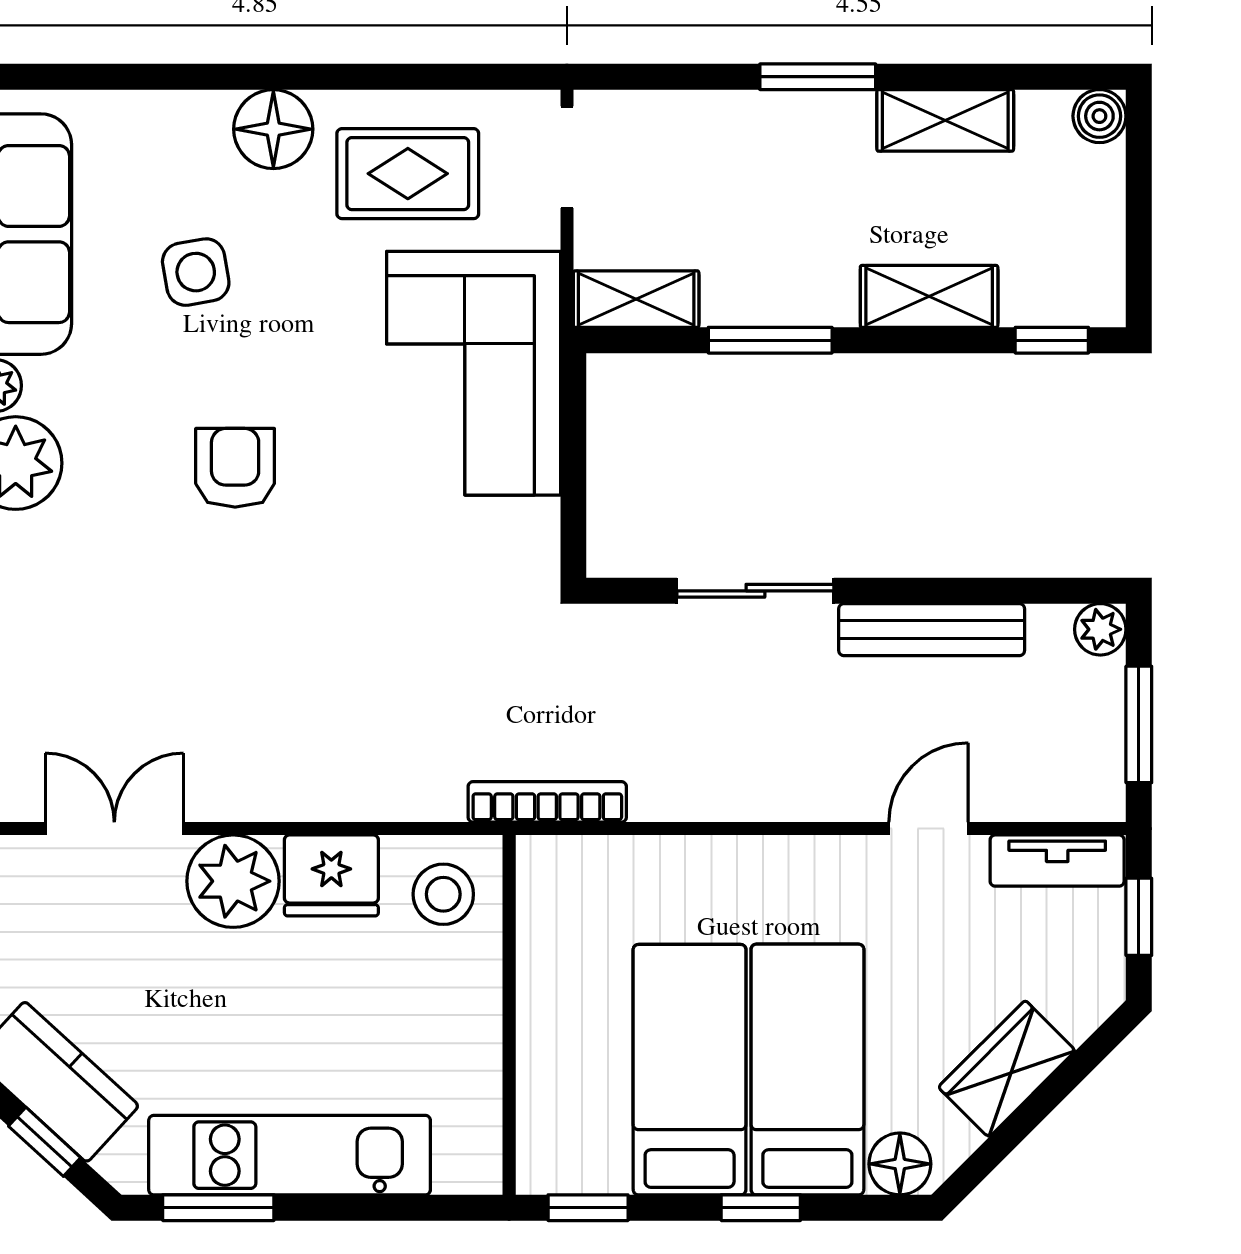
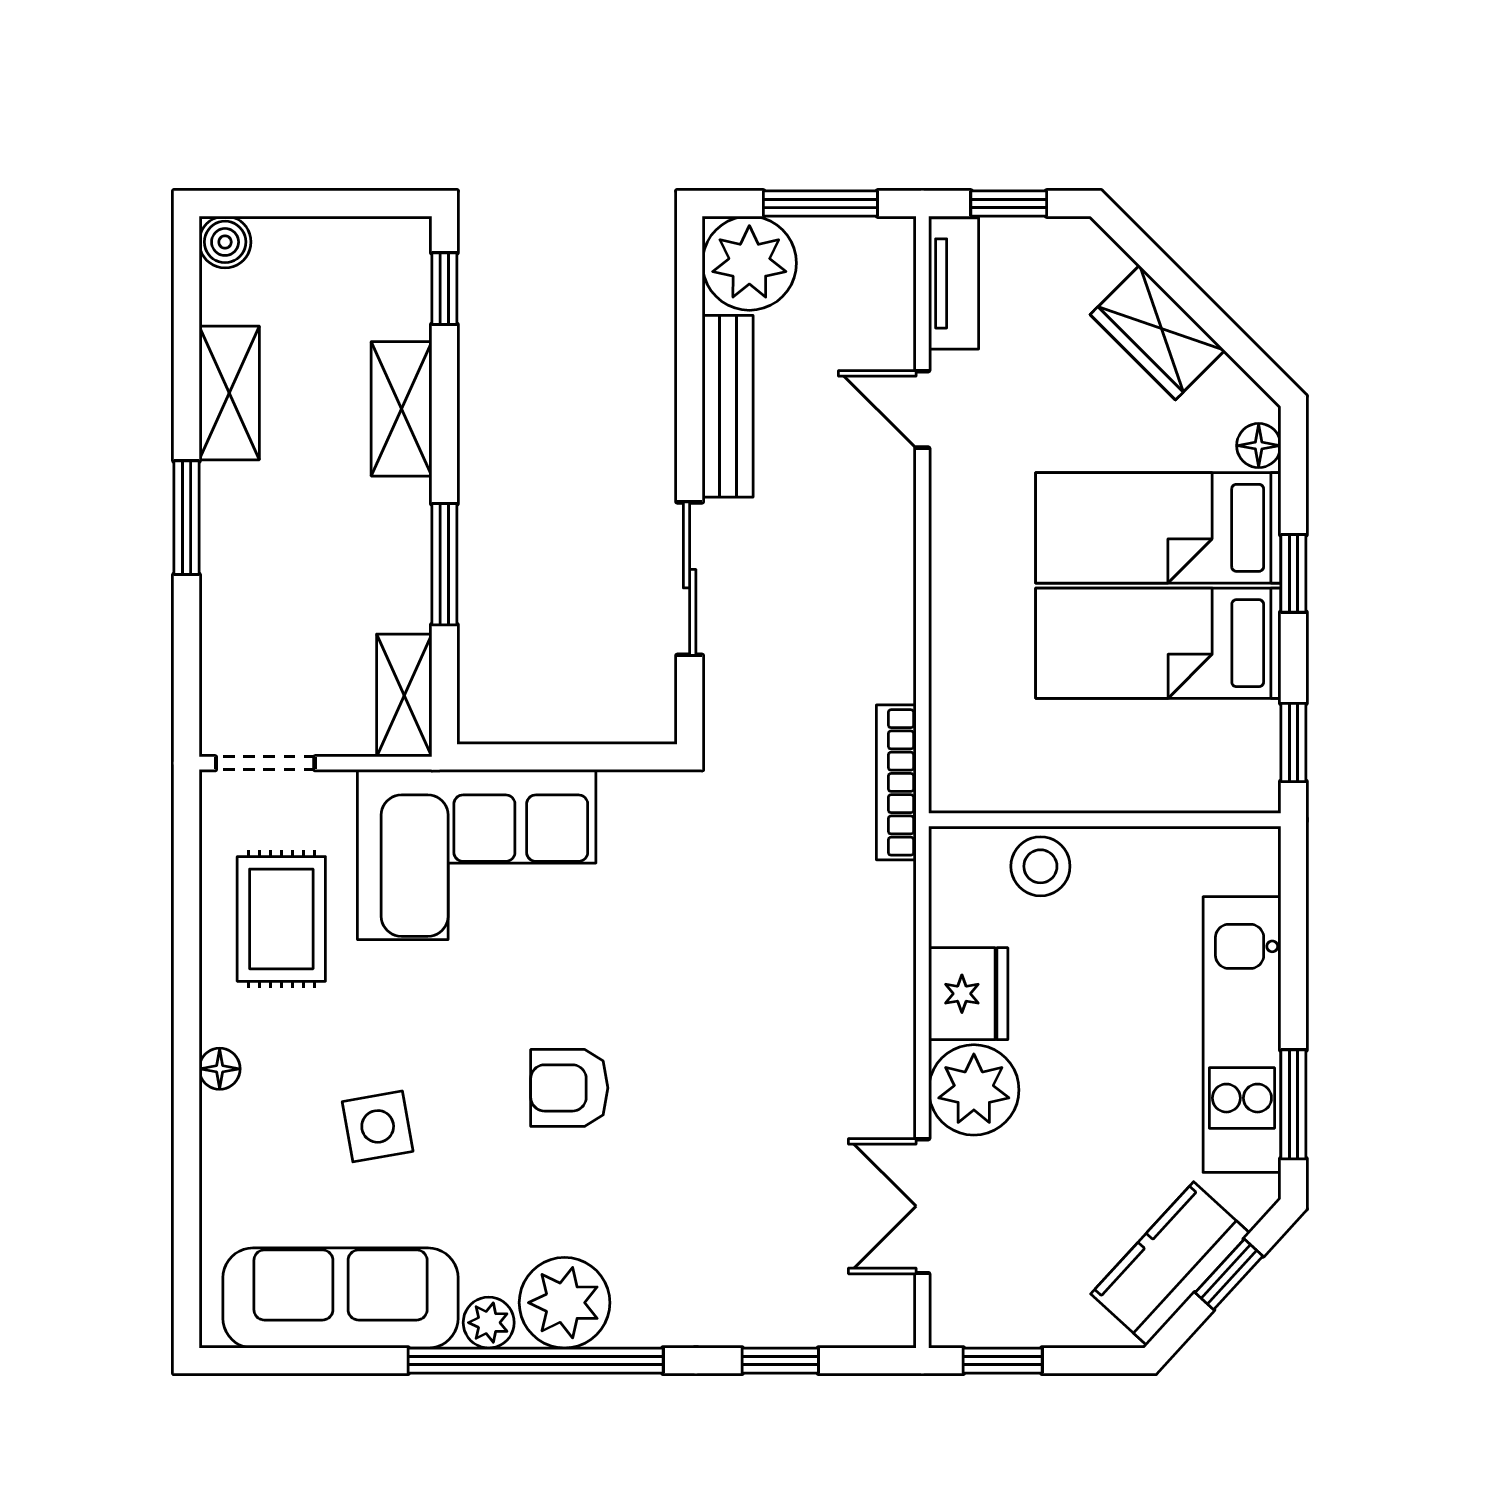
floor lamp: (273, 129) -> (220, 1069), width x0.53, depth x0.53
plant: (1100, 629) -> (749, 263), width x1.87, depth x1.87
stool: (443, 894) -> (1040, 866), moved
floor lamp: (900, 1164) -> (1259, 446), width x0.73, depth x0.73

